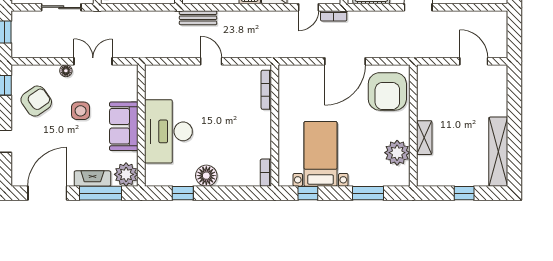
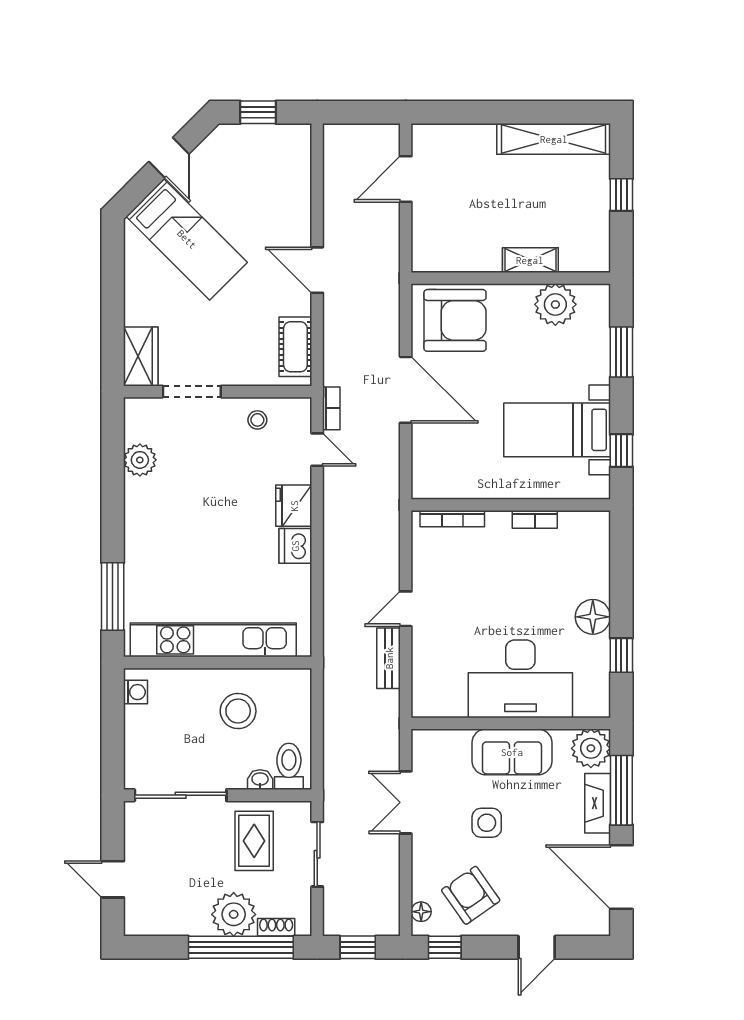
bench: (198, 18) -> (389, 658), moved
floor lamp: (66, 71) -> (421, 912), moved
bookcase: (266, 173) -> (535, 519), moved

